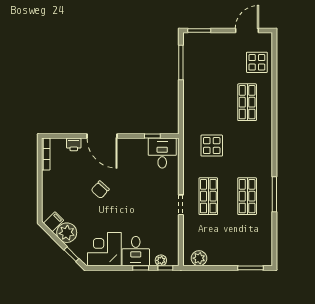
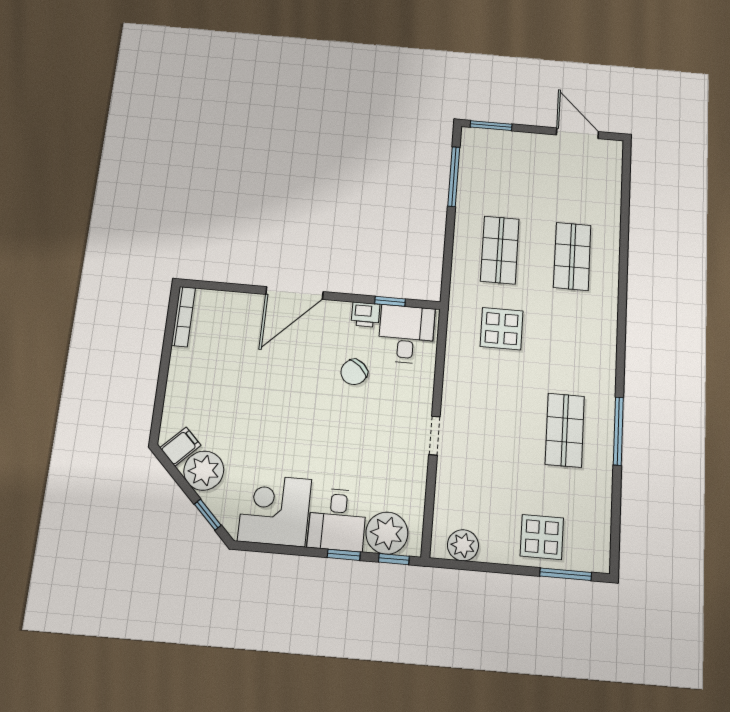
door: (247, 31) -> (577, 133), hinge flipped
display table: (257, 62) -> (542, 537), moved
door: (102, 136) -> (295, 293), hinge flipped
printer: (74, 144) -> (365, 315), moved
chair: (100, 190) -> (354, 372), moved
shop shelf: (208, 196) -> (500, 250), moved
plant: (161, 260) -> (387, 533), width x1.88, depth x1.88

